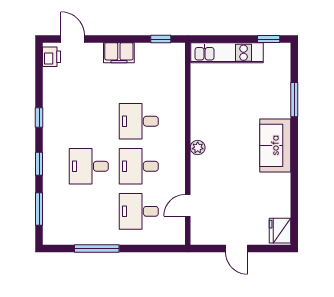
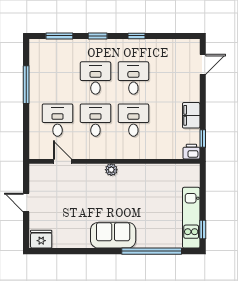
filing cabinet: (119, 53) -> (191, 115), moved
kitchen unit: (227, 53) -> (191, 218), moved
printer: (52, 57) -> (191, 152), moved, turned 180
window: (294, 100) -> (152, 251), width x2.11
desk: (89, 121) -> (133, 78), added
door: (237, 248) -> (26, 202), hinge flipped

